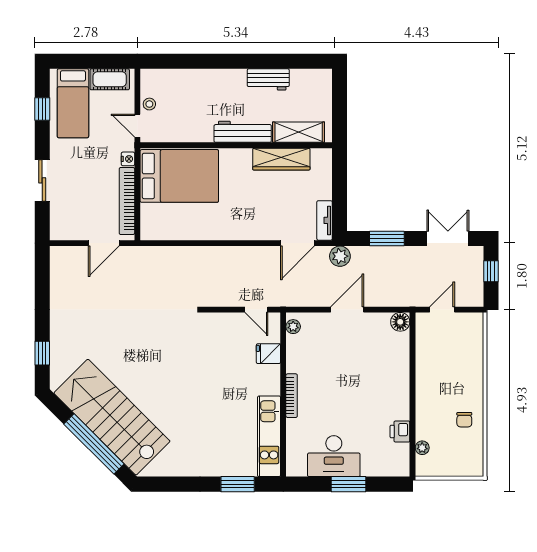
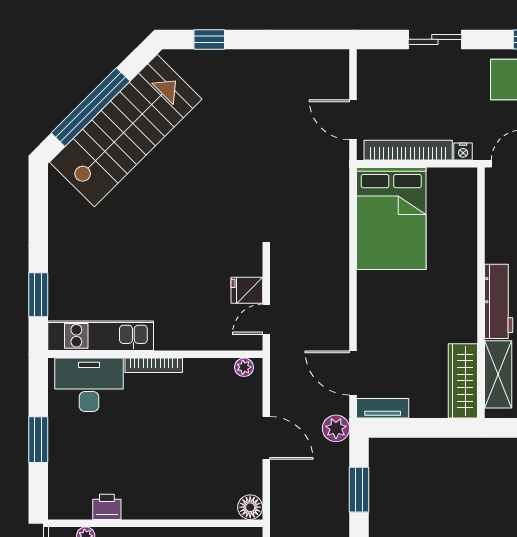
wardrobe: (281, 159) -> (463, 381), moved
bed: (179, 176) -> (391, 219), moved
fridge: (268, 354) -> (247, 290), moved, turned -90
desk: (334, 456) -> (89, 385), moved, turned 90

